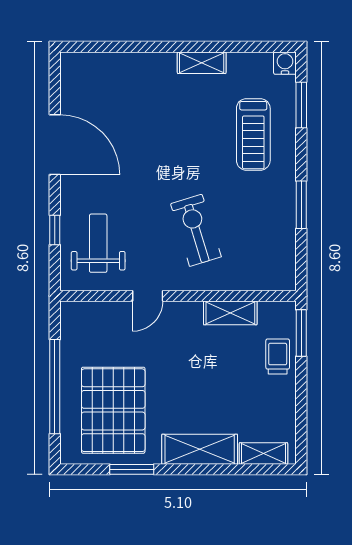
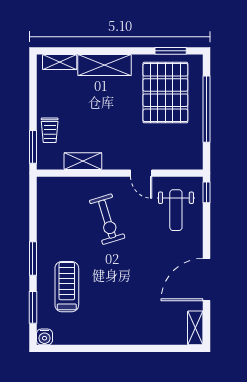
shelving: (202, 63) -> (195, 328), moved, turned 90
door: (55, 145) -> (207, 280), hinge flipped
window: (301, 205) -> (33, 259), moved
window: (55, 230) -> (207, 192), moved
door: (148, 296) -> (141, 173), swing flipped
window: (132, 469) -> (171, 51), moved

